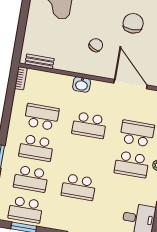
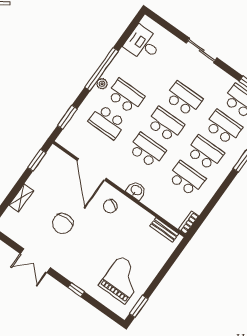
chair: (96, 45) -> (110, 206), moved
school desk: (42, 117) -> (187, 178), turned 180
school desk: (84, 156) -> (165, 124), added

